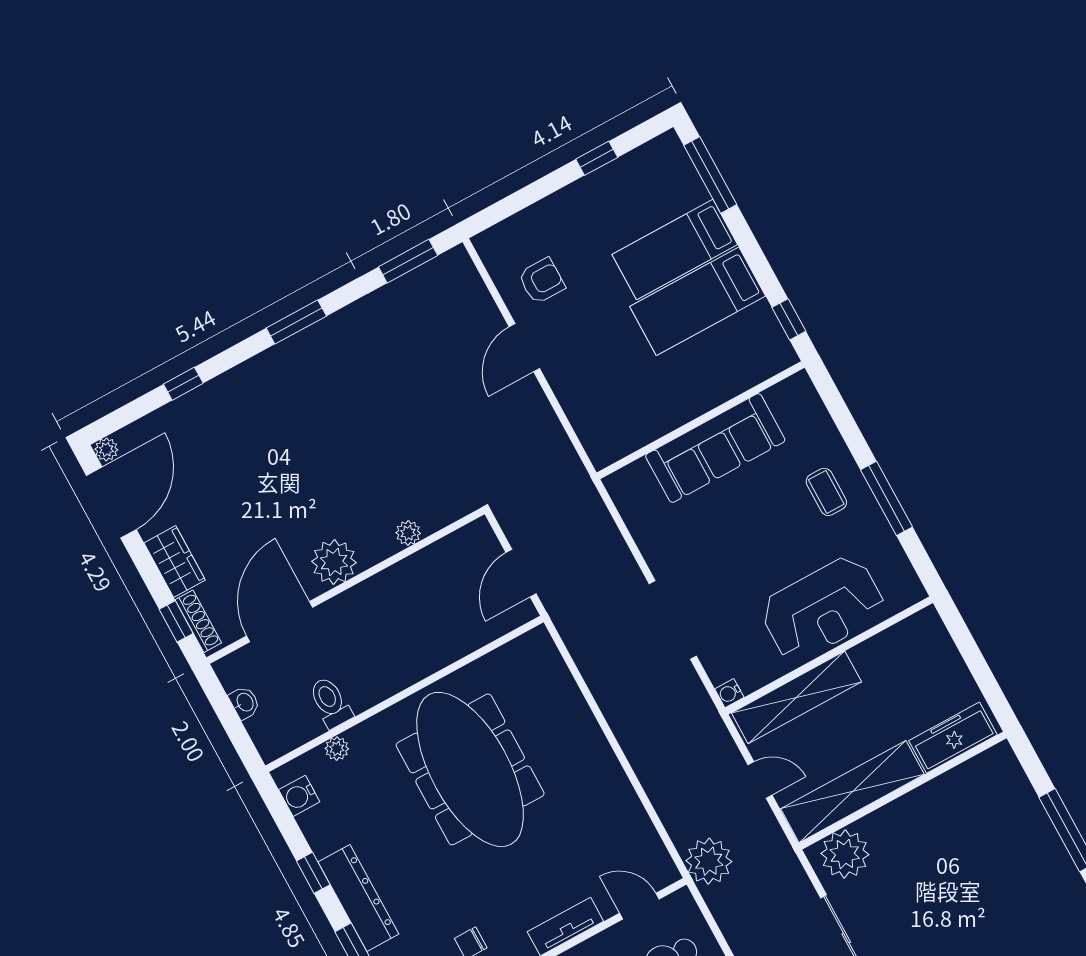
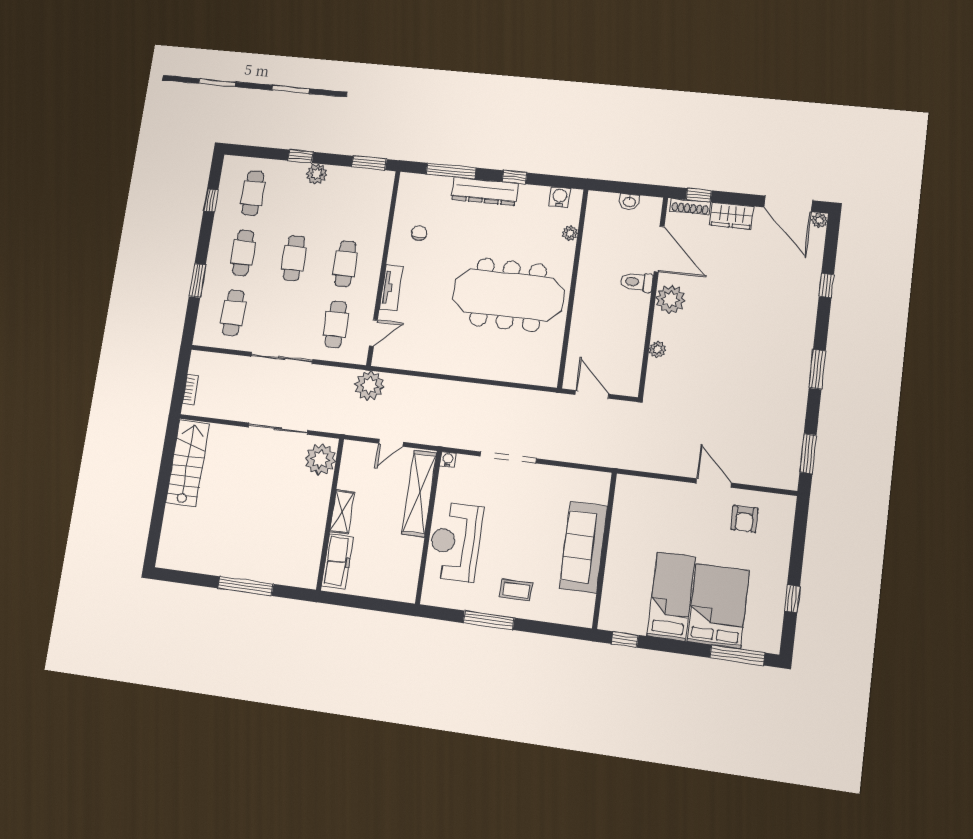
bed: (675, 249) -> (718, 606), width x1.50
toilet: (330, 702) -> (637, 282), moved, turned 180
shelving: (853, 792) -> (342, 512), width x0.45, depth x0.75

